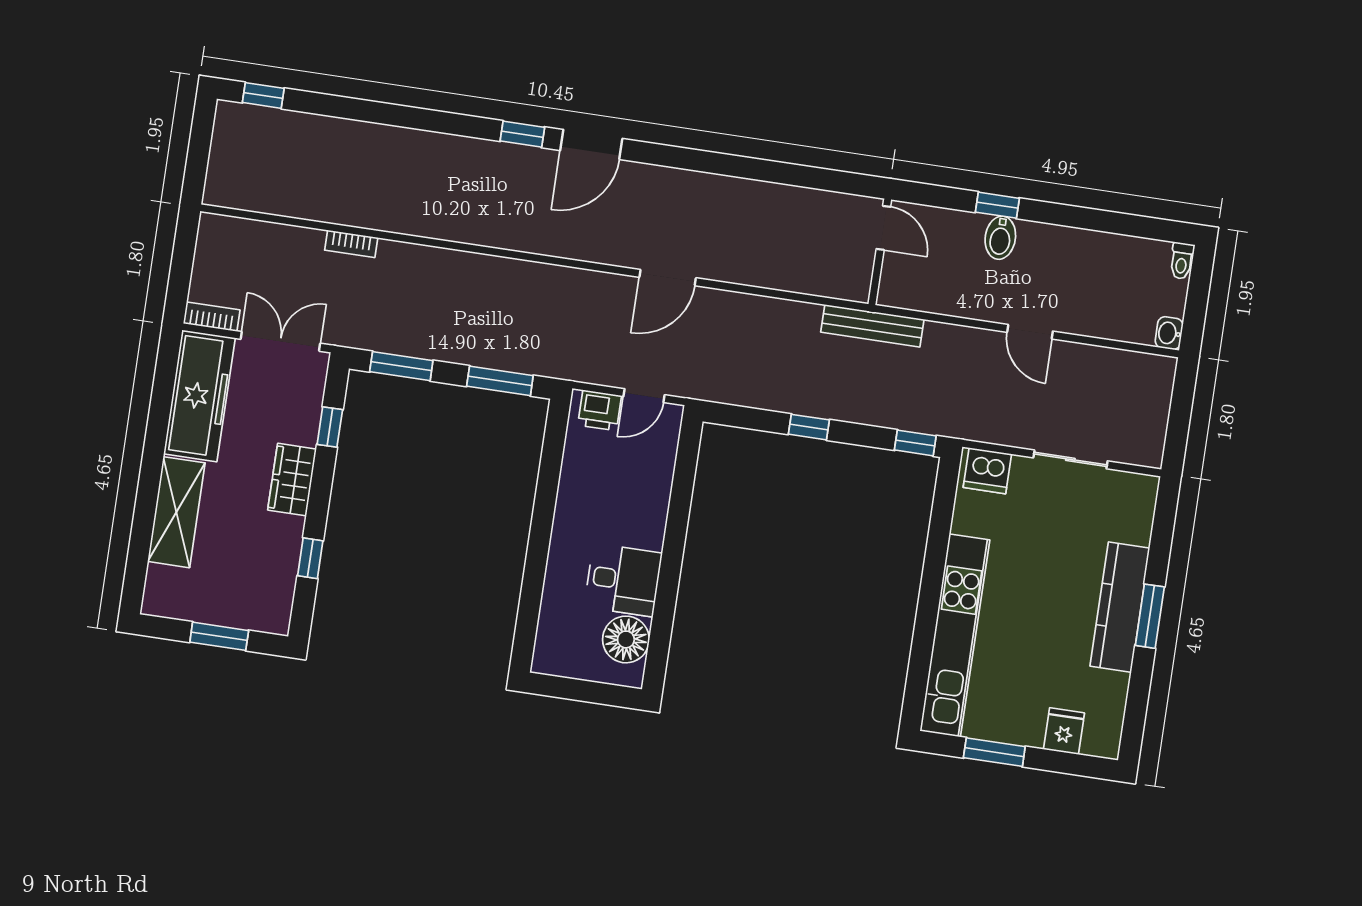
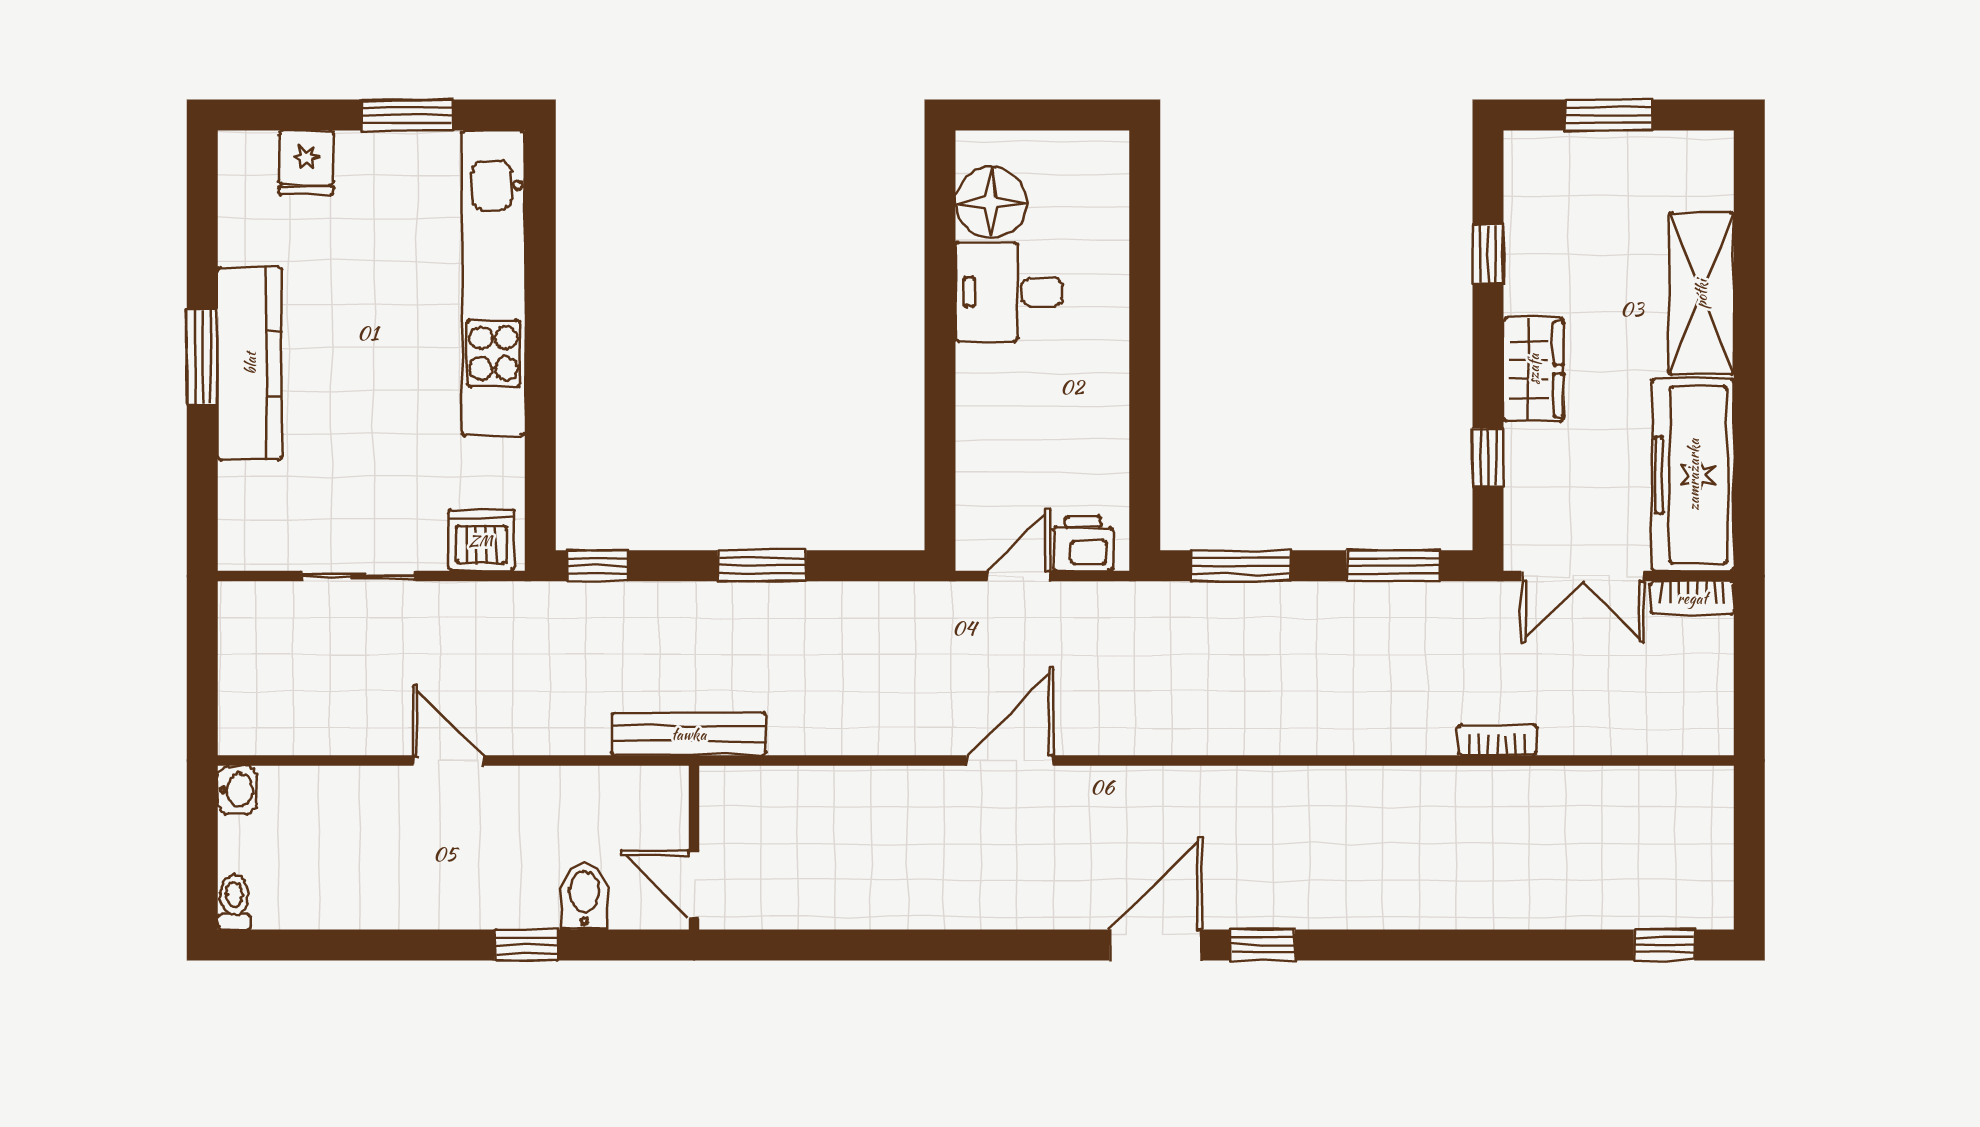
bidet: (1000, 238) -> (584, 896), moved
window: (809, 427) -> (762, 566), width x1.50

